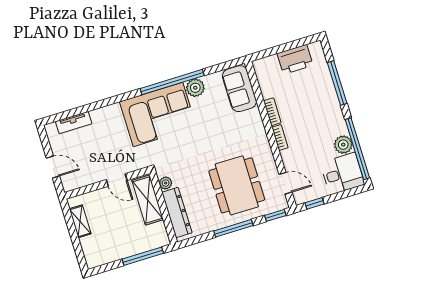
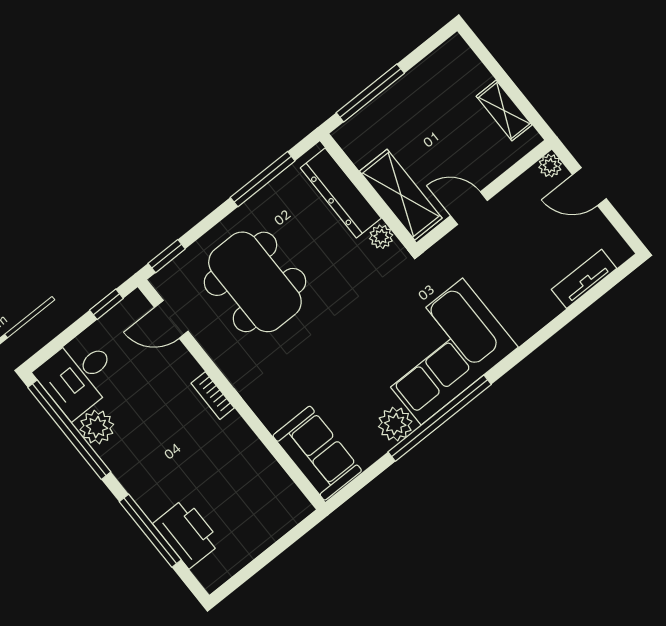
printer: (295, 59) -> (187, 533), moved, turned 90
bookcase: (272, 112) -> (244, 435), removed
plant: (68, 185) -> (550, 166), added
window: (233, 228) -> (263, 179), moved

